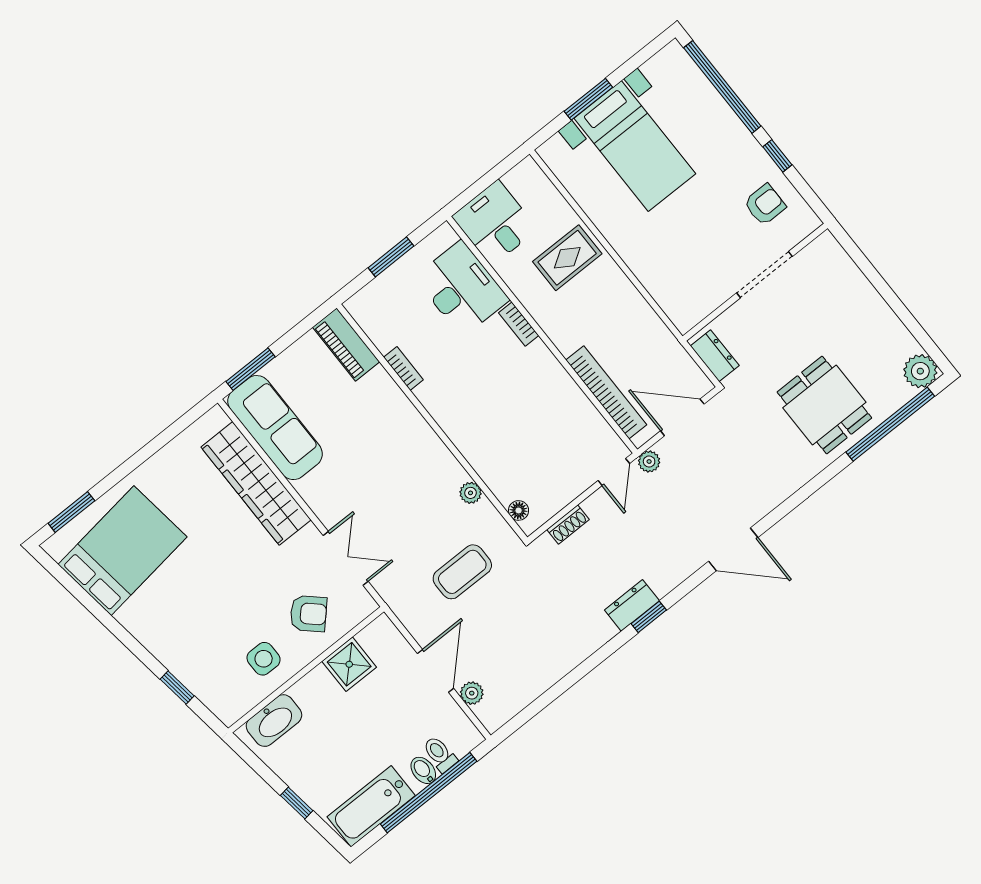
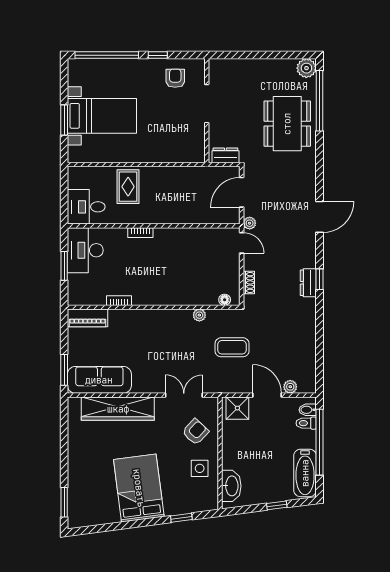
desk: (462, 289) -> (85, 250), moved, turned -90
bookcase: (606, 392) -> (203, 218), removed
dining table: (824, 405) -> (287, 124), width x1.38
bed: (122, 551) -> (139, 488), moved
coffee table: (462, 572) -> (232, 347), turned 90
shower: (349, 664) -> (237, 408), moved
bidet: (423, 770) -> (308, 410), moved

